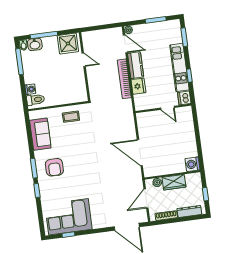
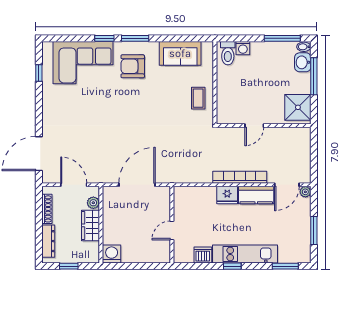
door: (84, 60) -> (254, 126), moved
wall: (163, 108) -> (172, 225), moved
door: (167, 108) -> (172, 230), moved
corner sofa: (69, 217) -> (83, 63), moved, turned 90

